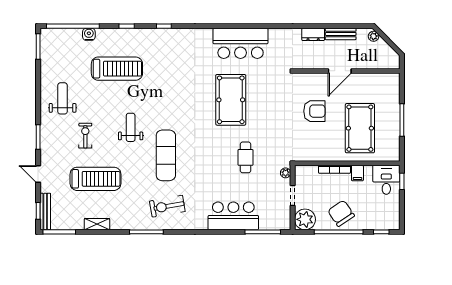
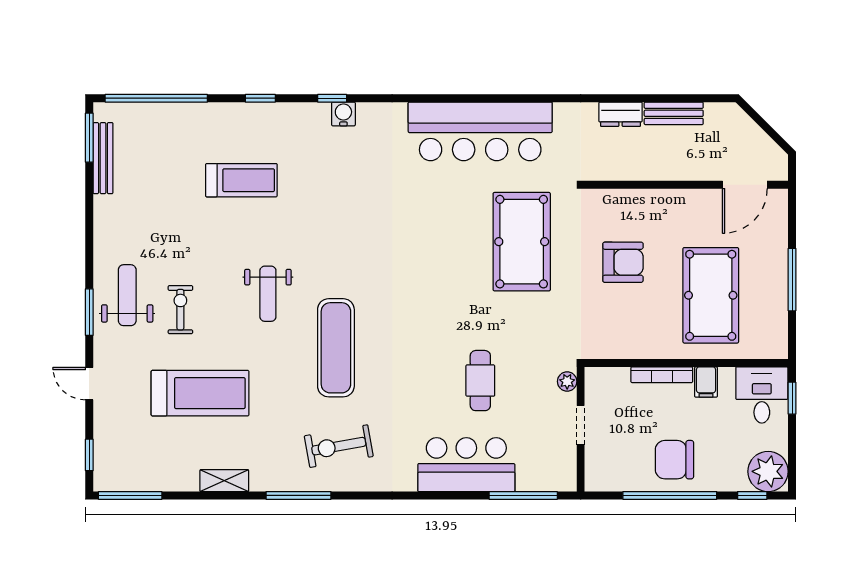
water cooler: (89, 34) -> (343, 114), moved
plant: (374, 36) -> (737, 118), removed
bar counter: (241, 43) -> (480, 131), width x1.36
treadmill: (117, 69) -> (241, 180), width x0.73, depth x0.73
door: (340, 71) -> (745, 185), moved
weight bench: (63, 98) -> (127, 295), moved
pool table: (231, 100) -> (522, 242), moved
weight bench: (131, 127) -> (268, 294), turned 180
cafe table: (245, 157) -> (480, 381), moved
bench: (45, 211) -> (103, 158), moved
chair: (341, 213) -> (674, 460), turned -56
plant: (305, 219) -> (768, 471), moved
shelving: (97, 224) -> (224, 481), moved

